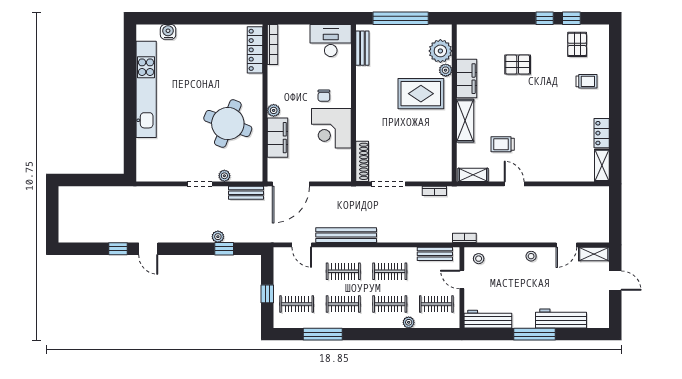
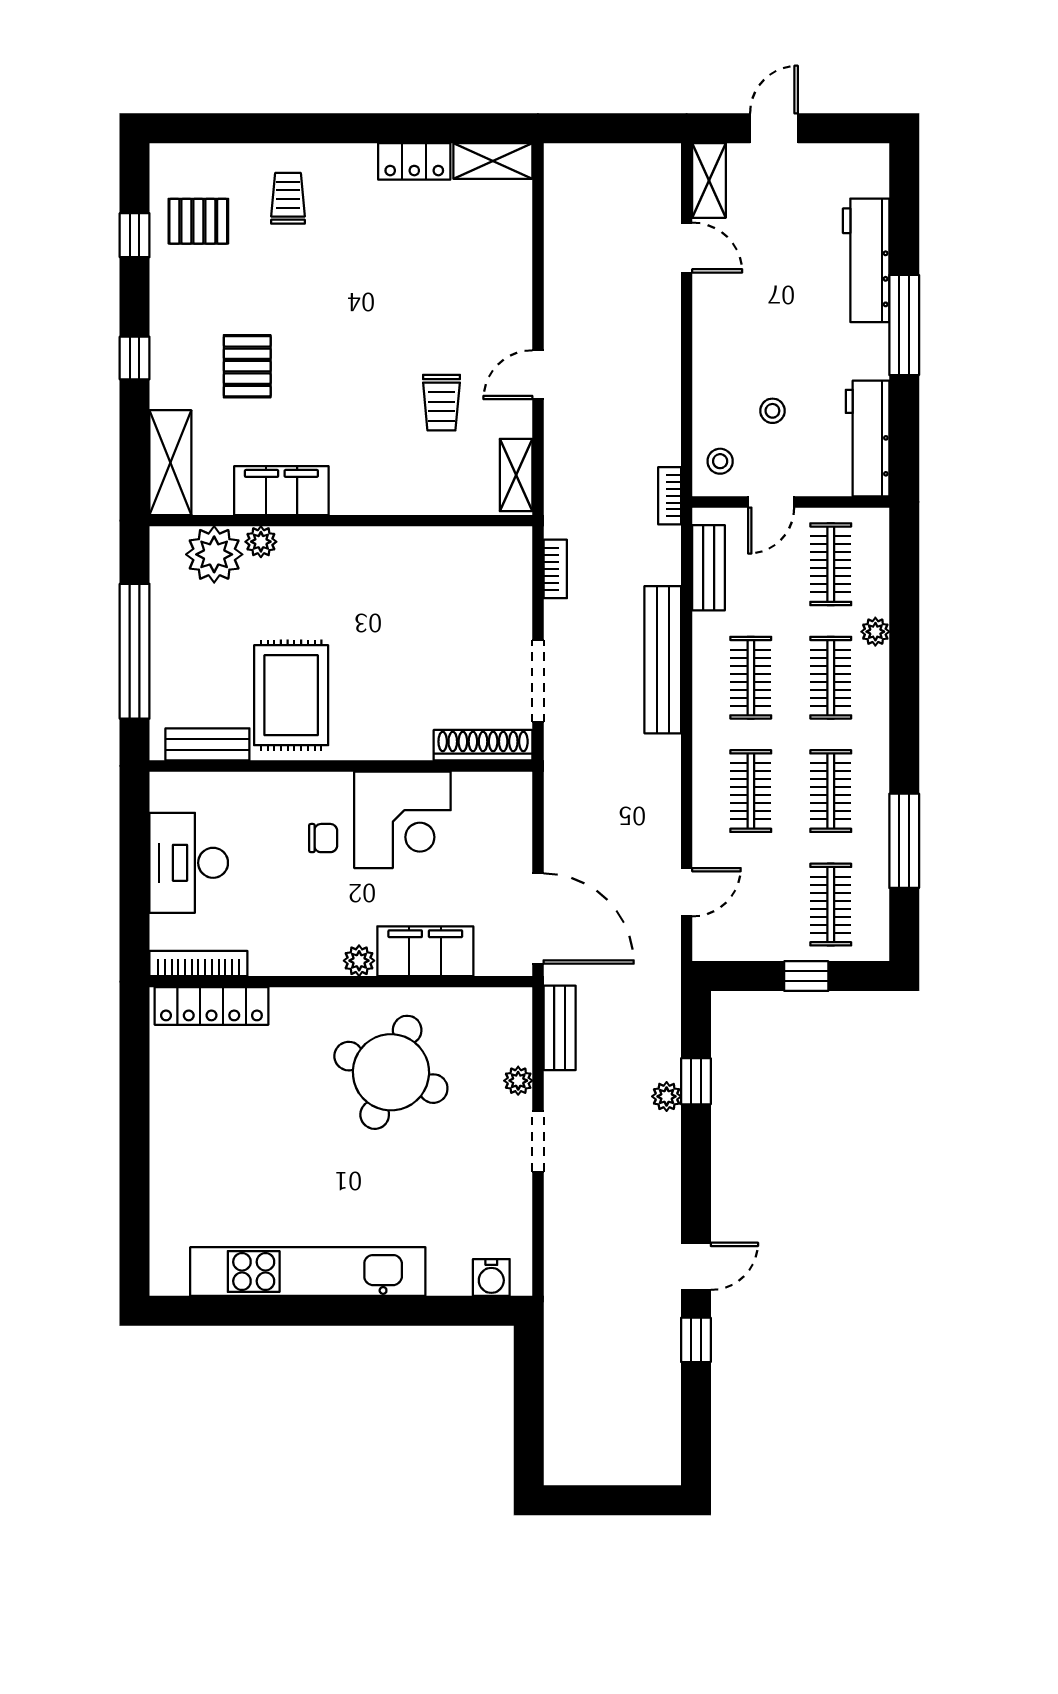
window: (545, 18) -> (135, 358), moved
water cooler: (168, 32) -> (491, 1277), moved, turned -90
desk: (331, 41) -> (189, 863), moved
rug: (421, 94) -> (291, 695), moved
shelving: (465, 121) -> (170, 463), moved, turned 90
bench: (346, 235) -> (663, 660), moved
stool: (531, 256) -> (772, 411), moved

